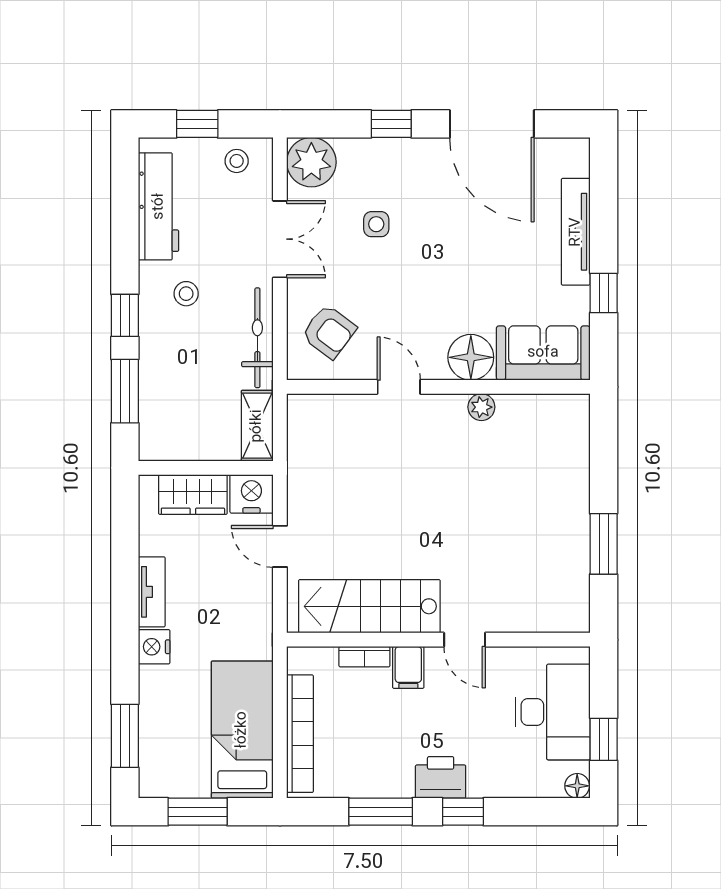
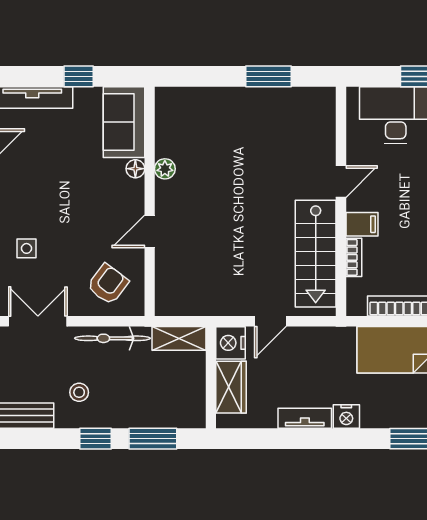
floor lamp: (471, 357) -> (135, 169), width x0.53, depth x0.53

